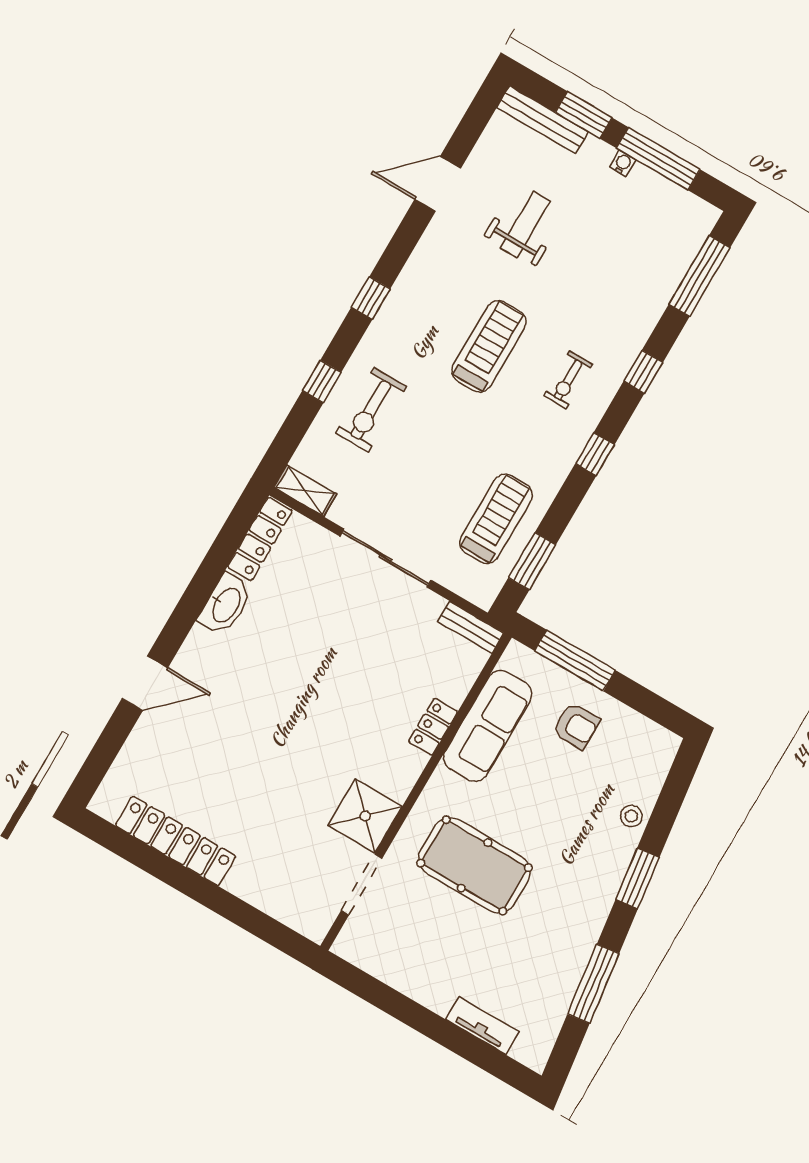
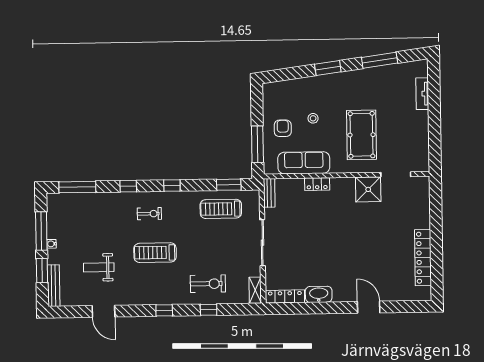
stool: (631, 816) -> (313, 118), moved

